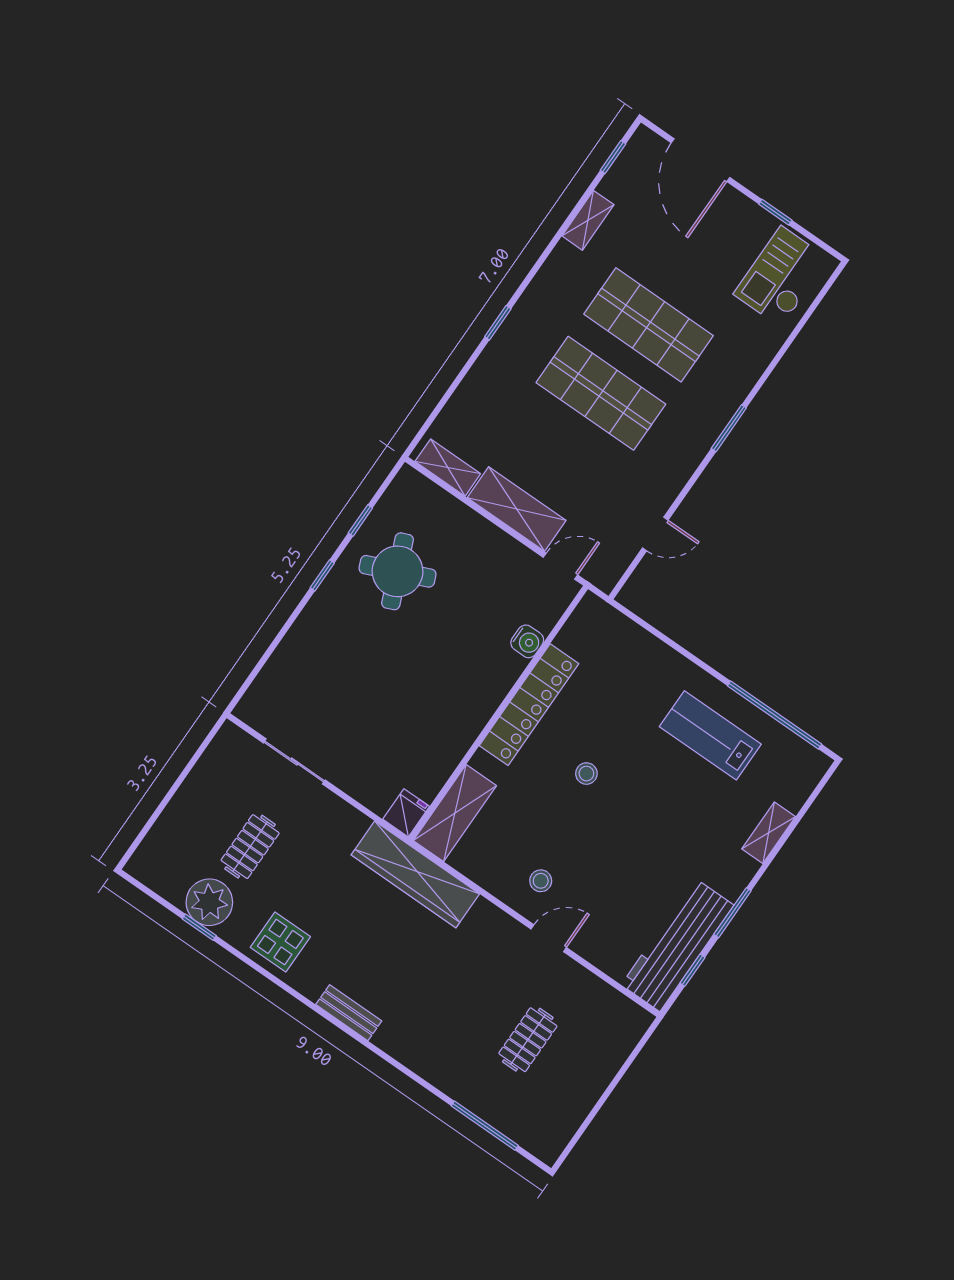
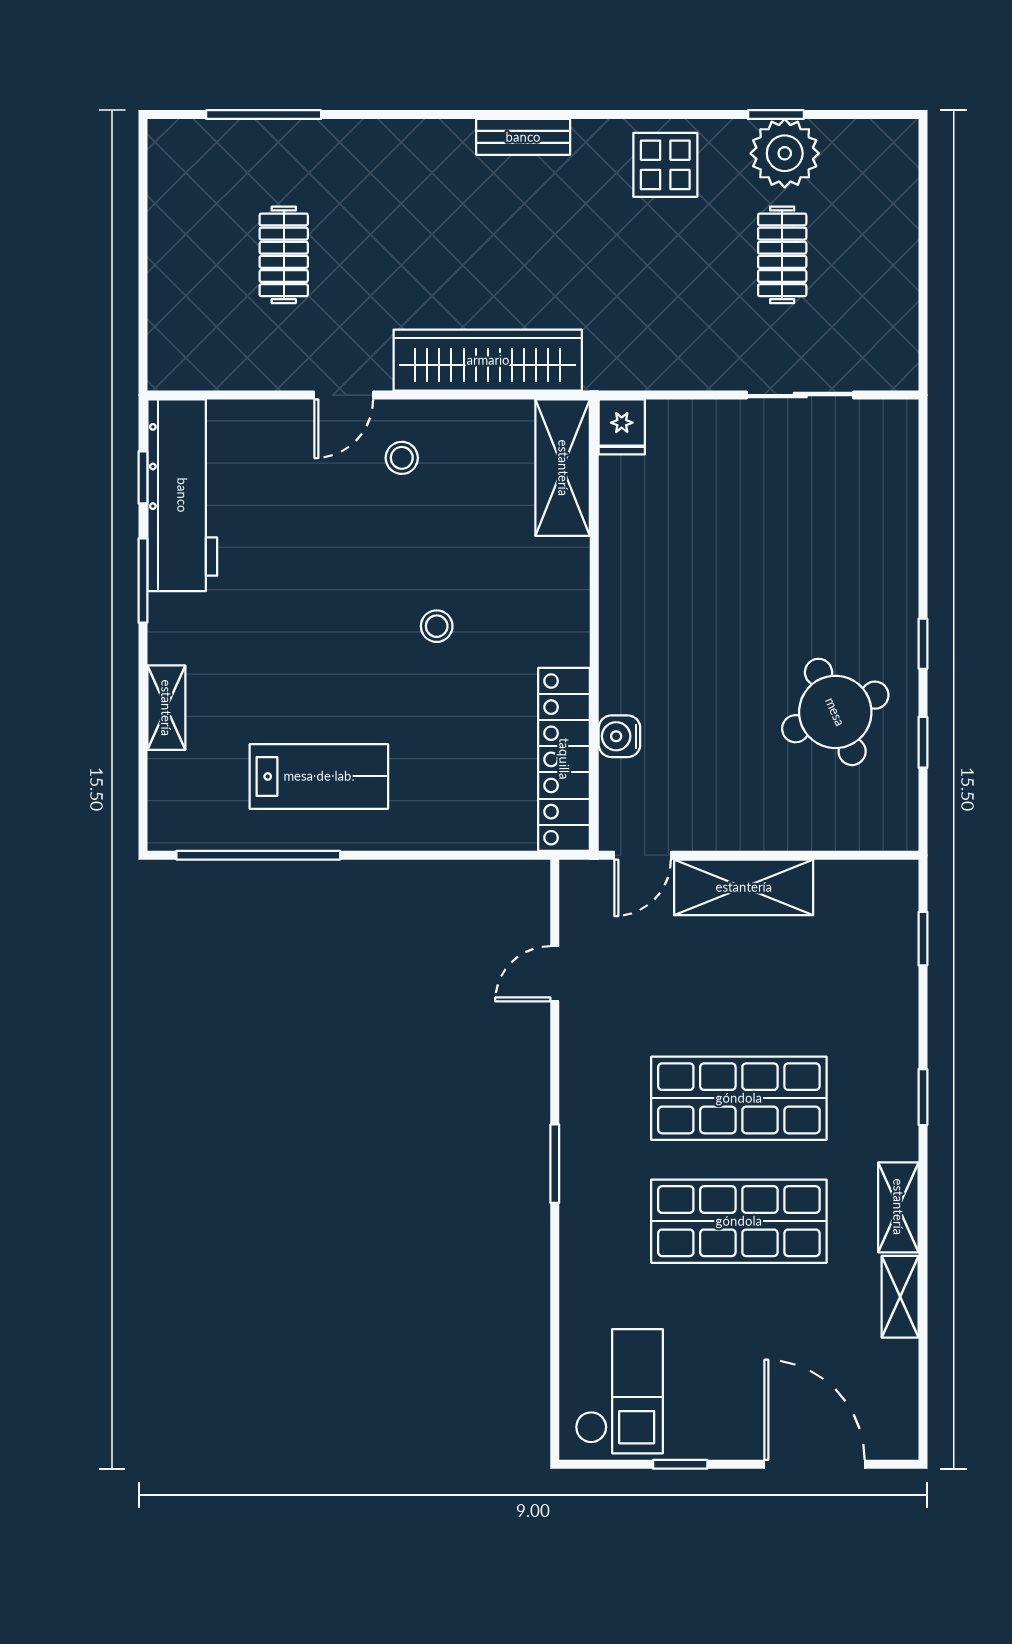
window: (613, 157) -> (923, 939), moved
shelving: (448, 468) -> (898, 1207), moved, turned 90
locker: (529, 705) -> (564, 759), moved
wardrobe: (415, 874) -> (488, 360), moved

